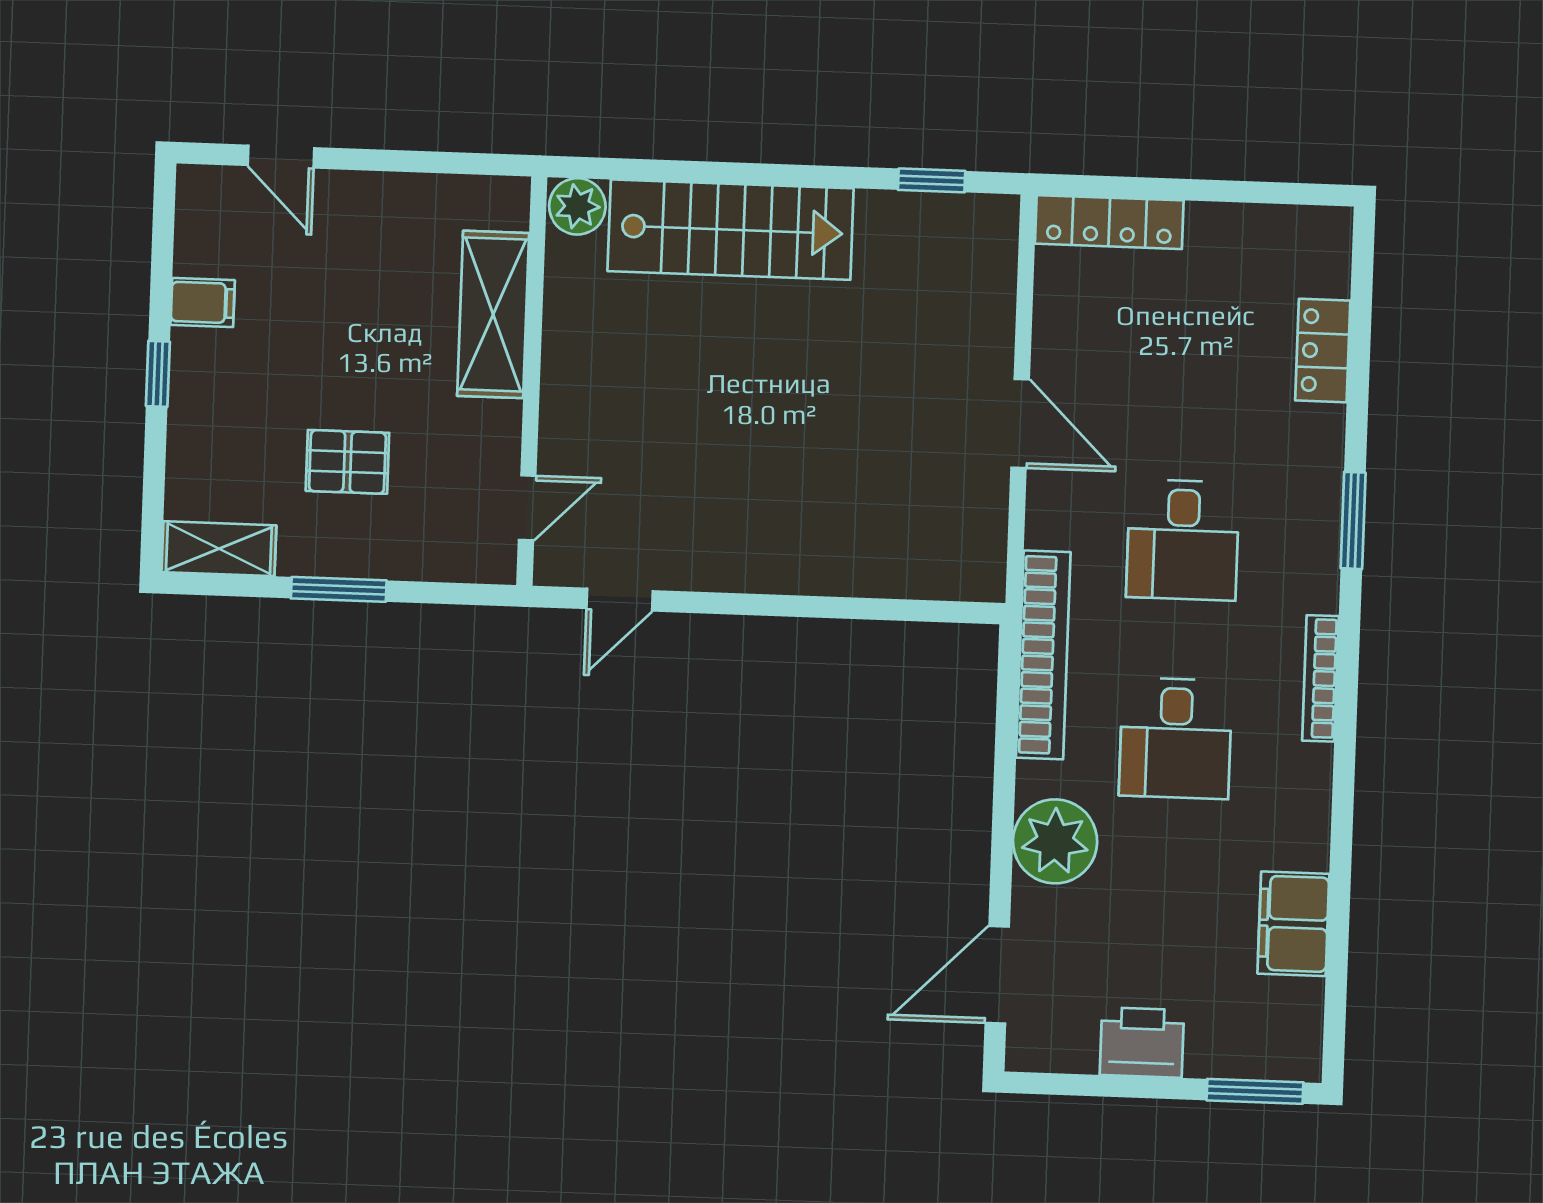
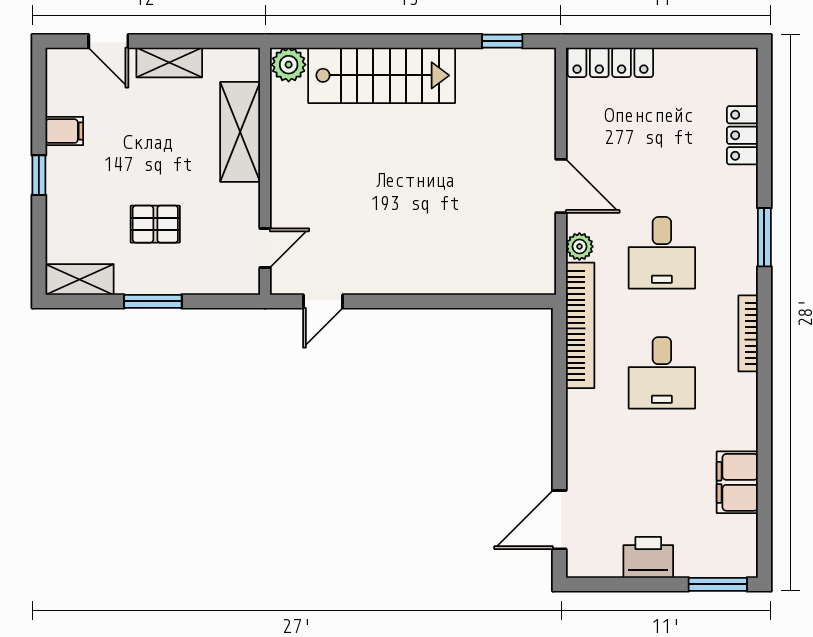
shelving: (380, 196) -> (169, 62), added
plant: (1055, 841) -> (579, 247), moved, width x0.53, depth x0.53

